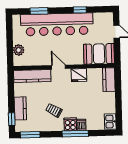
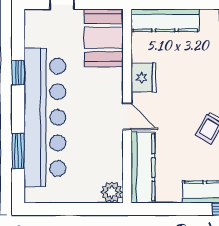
plant: (19, 50) -> (112, 192), moved
door: (58, 67) -> (127, 116), swing flipped
kitchen counter: (109, 80) -> (165, 20), width x1.50

